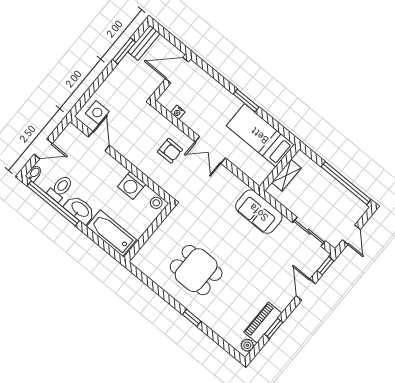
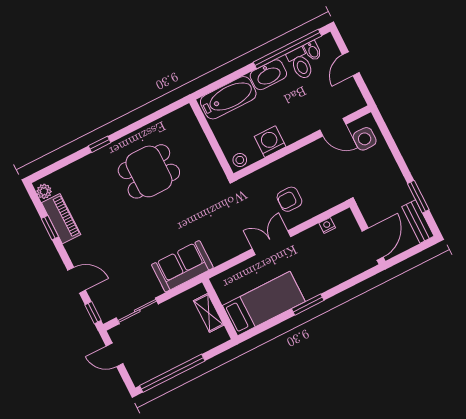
bidet: (34, 173) -> (313, 51), moved

